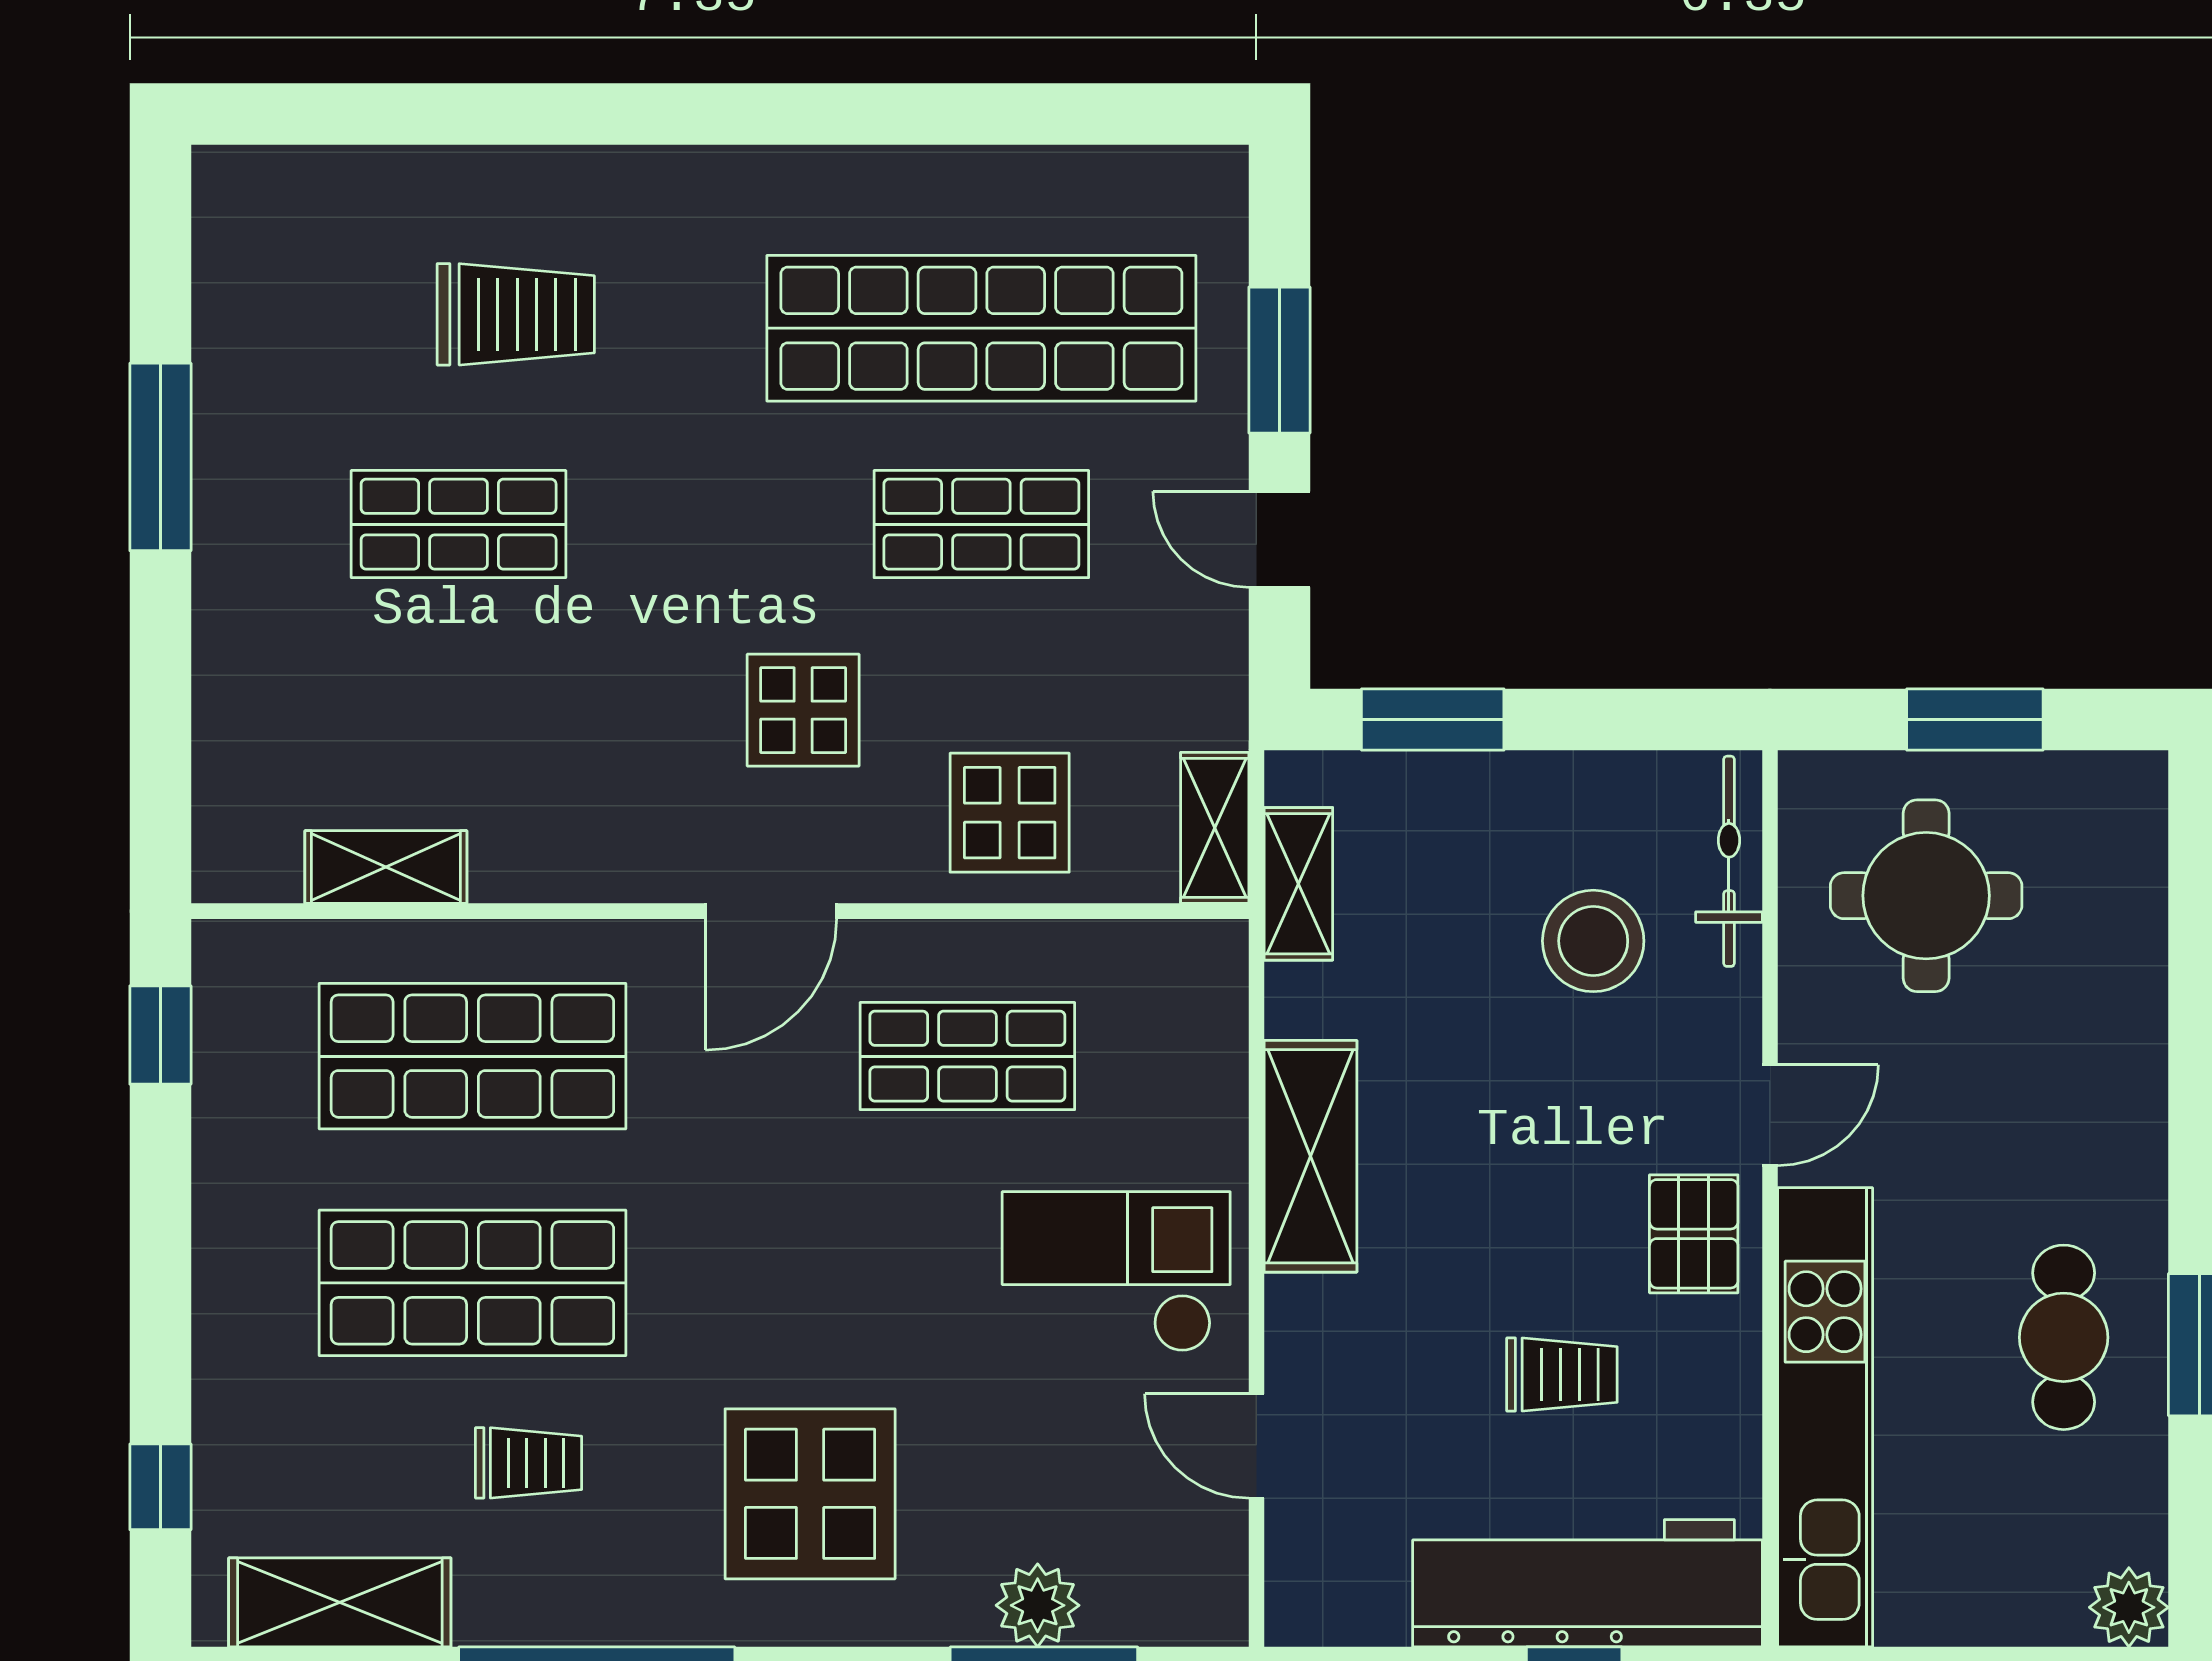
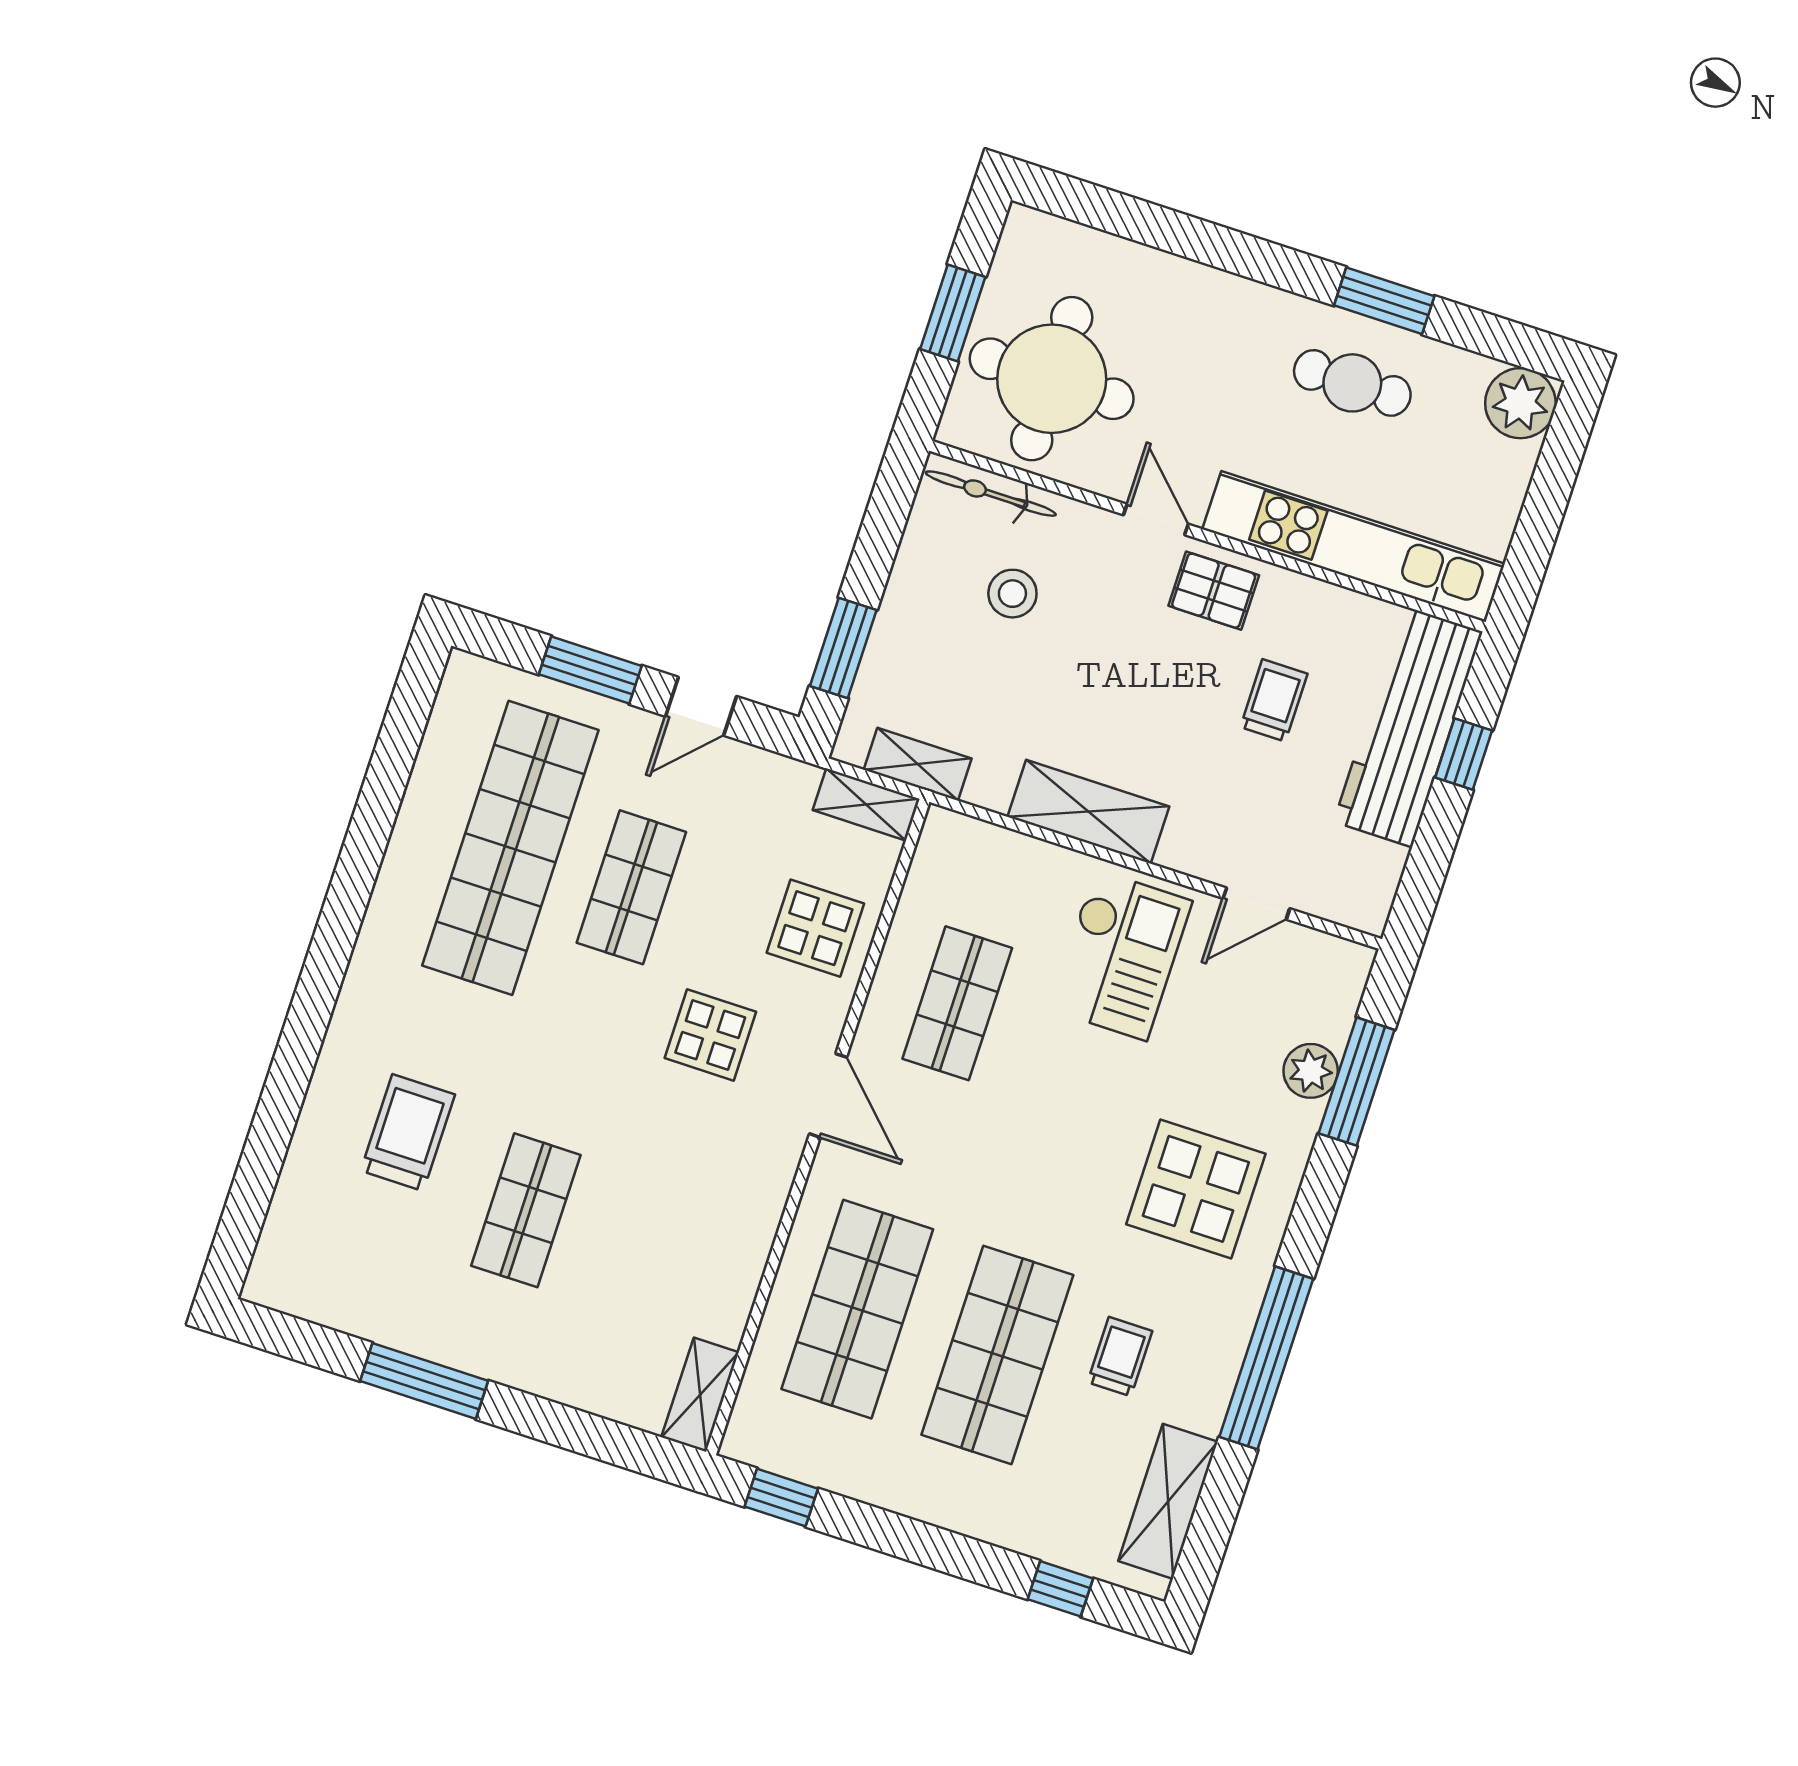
shelving: (386, 867) -> (700, 1395), moved
round table: (1926, 896) -> (1052, 379), width x1.36, depth x1.36
stool: (1593, 941) -> (1012, 594), width x0.73, depth x0.73
checkout: (1116, 1272) -> (1120, 955), turned 180
plant: (2129, 1607) -> (1520, 403), width x1.36, depth x1.36

